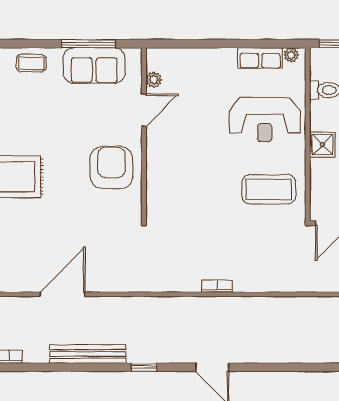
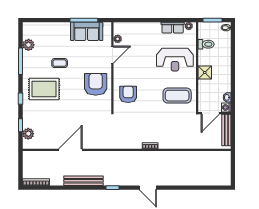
coffee table: (31, 63) -> (60, 63), moved
armchair: (174, 187) -> (128, 94), added

